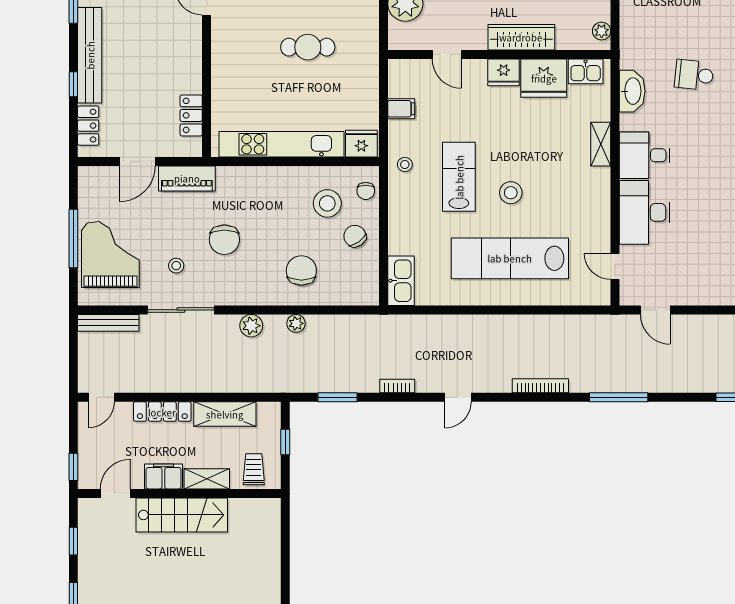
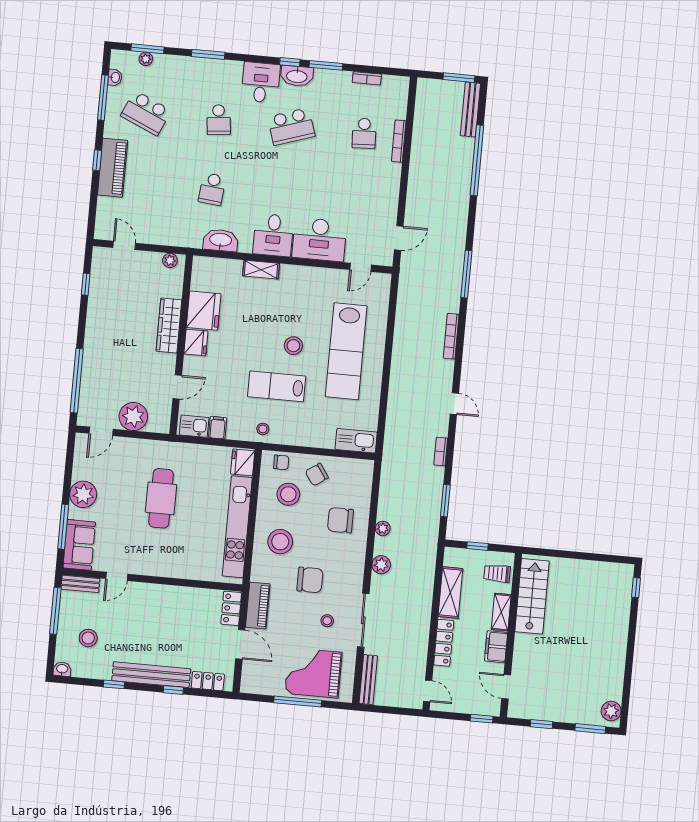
cafe table: (308, 47) -> (161, 498), width x1.37, depth x1.35
kitchen sink: (586, 71) -> (194, 426), moved, turned -90
locker: (191, 115) -> (231, 608), moved, turned 90
stool: (268, 199) -> (280, 542), added
stairs: (182, 515) -> (532, 596), moved

